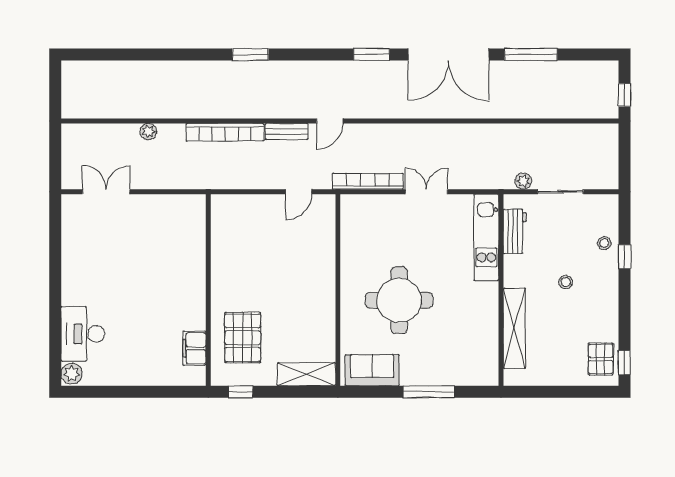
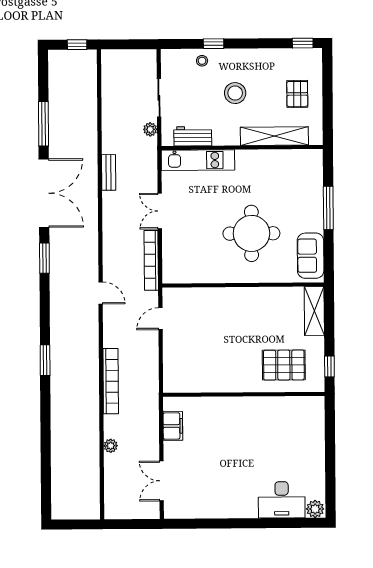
bench: (287, 131) -> (109, 172), moved
door: (299, 192) -> (160, 319), swing flipped
stool: (566, 282) -> (235, 93), width x1.89, depth x1.89
filing cabinet: (194, 348) -> (173, 426), moved, turned -90
pallet: (601, 359) -> (297, 94), moved, turned 90

